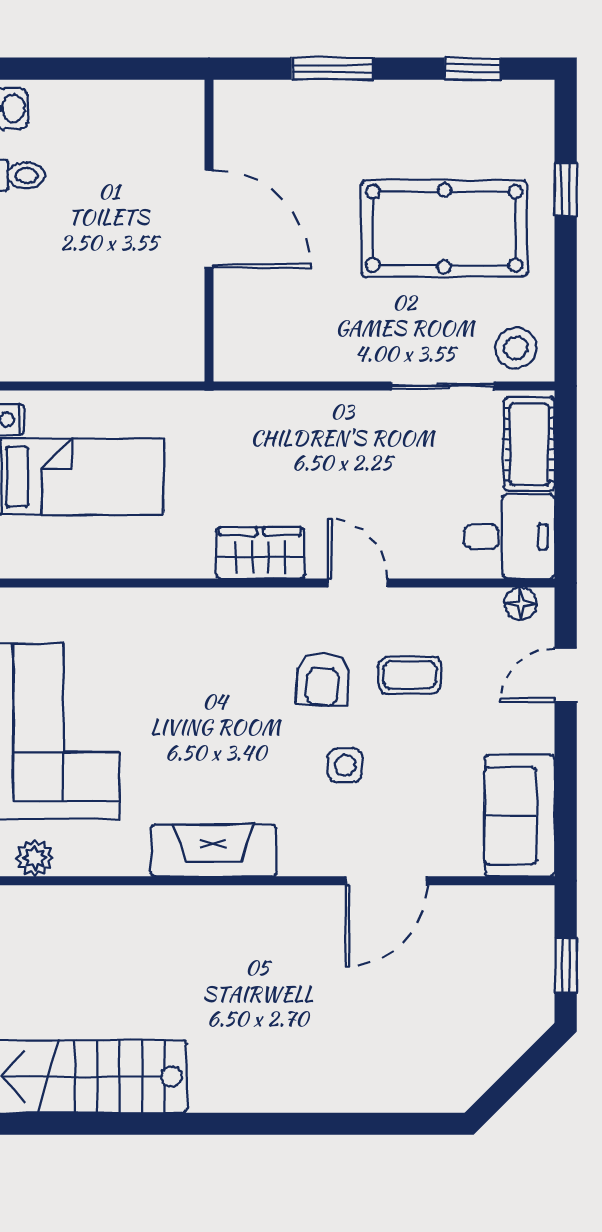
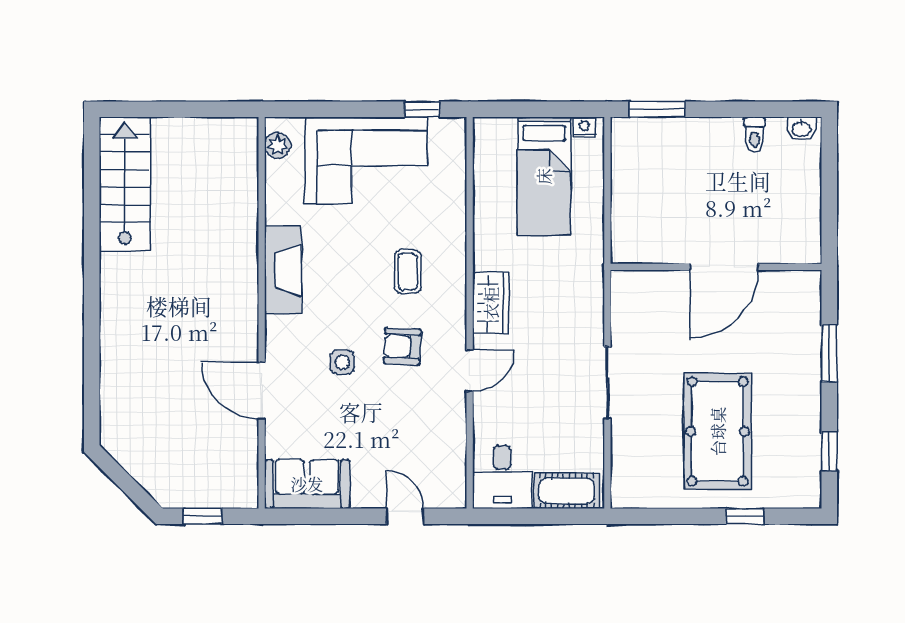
stool: (516, 348) -> (634, 481), removed
sliding door: (443, 386) -> (607, 383), moved
floor lamp: (521, 604) -> (455, 485), removed
coffee table: (410, 675) -> (408, 272), moved

